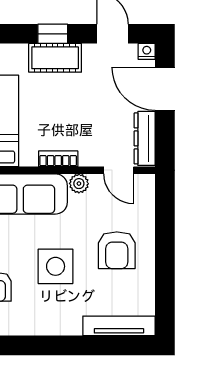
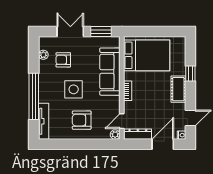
window: (53, 34) -> (190, 74), moved
plant: (79, 184) -> (115, 135), moved
window: (69, 345) -> (34, 96), added

